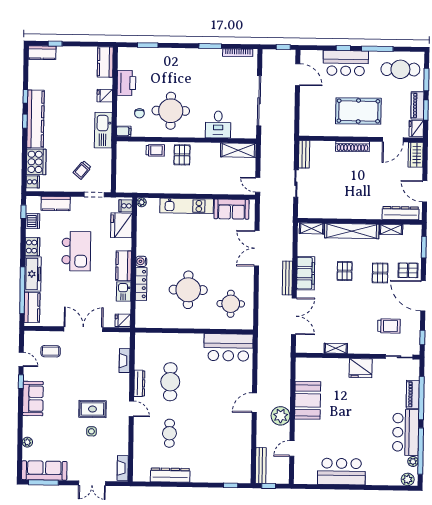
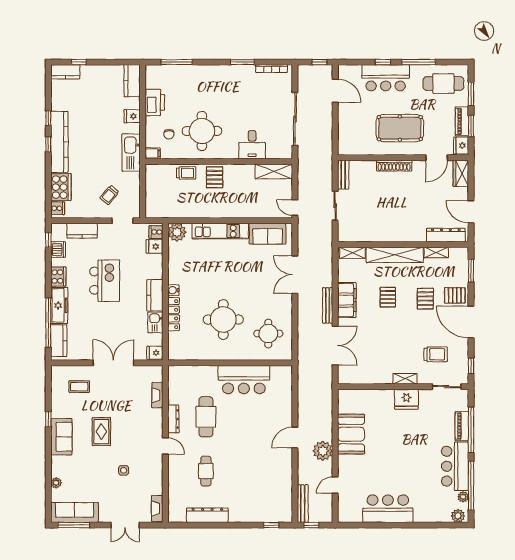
window: (148, 45) -> (177, 62), width x1.44
plant: (142, 202) -> (177, 232), width x1.87, depth x1.87
fridge: (121, 225) -> (155, 246), width x0.53, depth x0.75
bar counter: (228, 347) -> (244, 380), moved
shelving: (336, 348) -> (405, 379), moved
door: (21, 359) -> (48, 396), removed
rug: (92, 409) -> (101, 432), moved, turned 90

